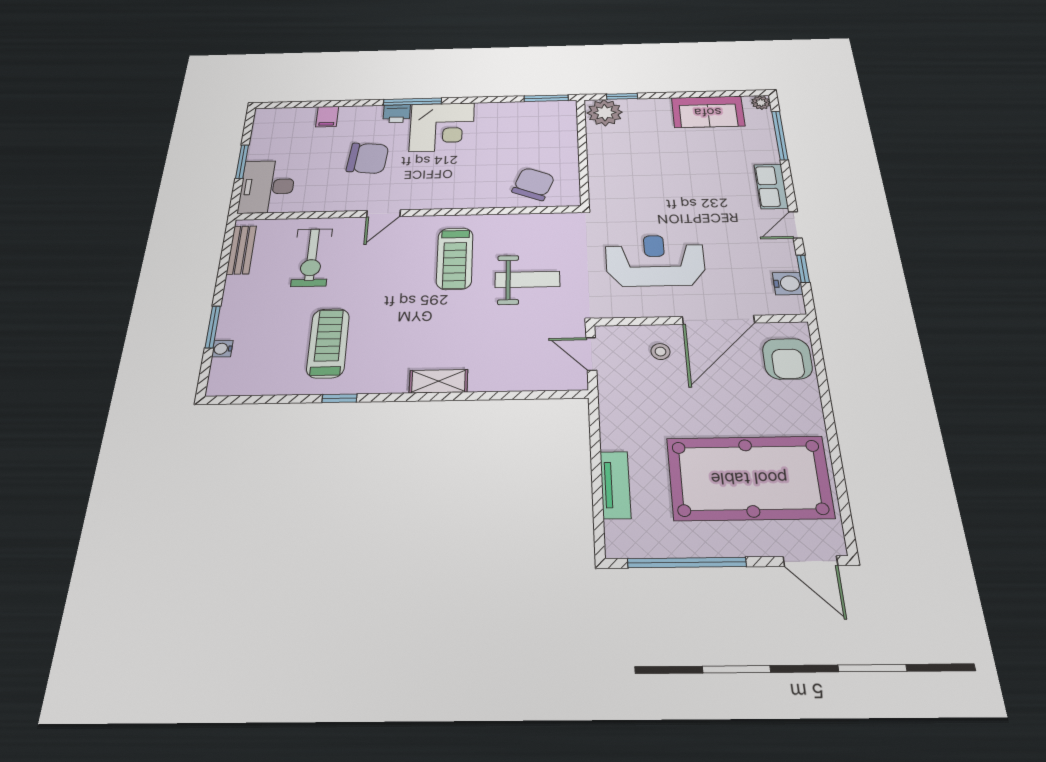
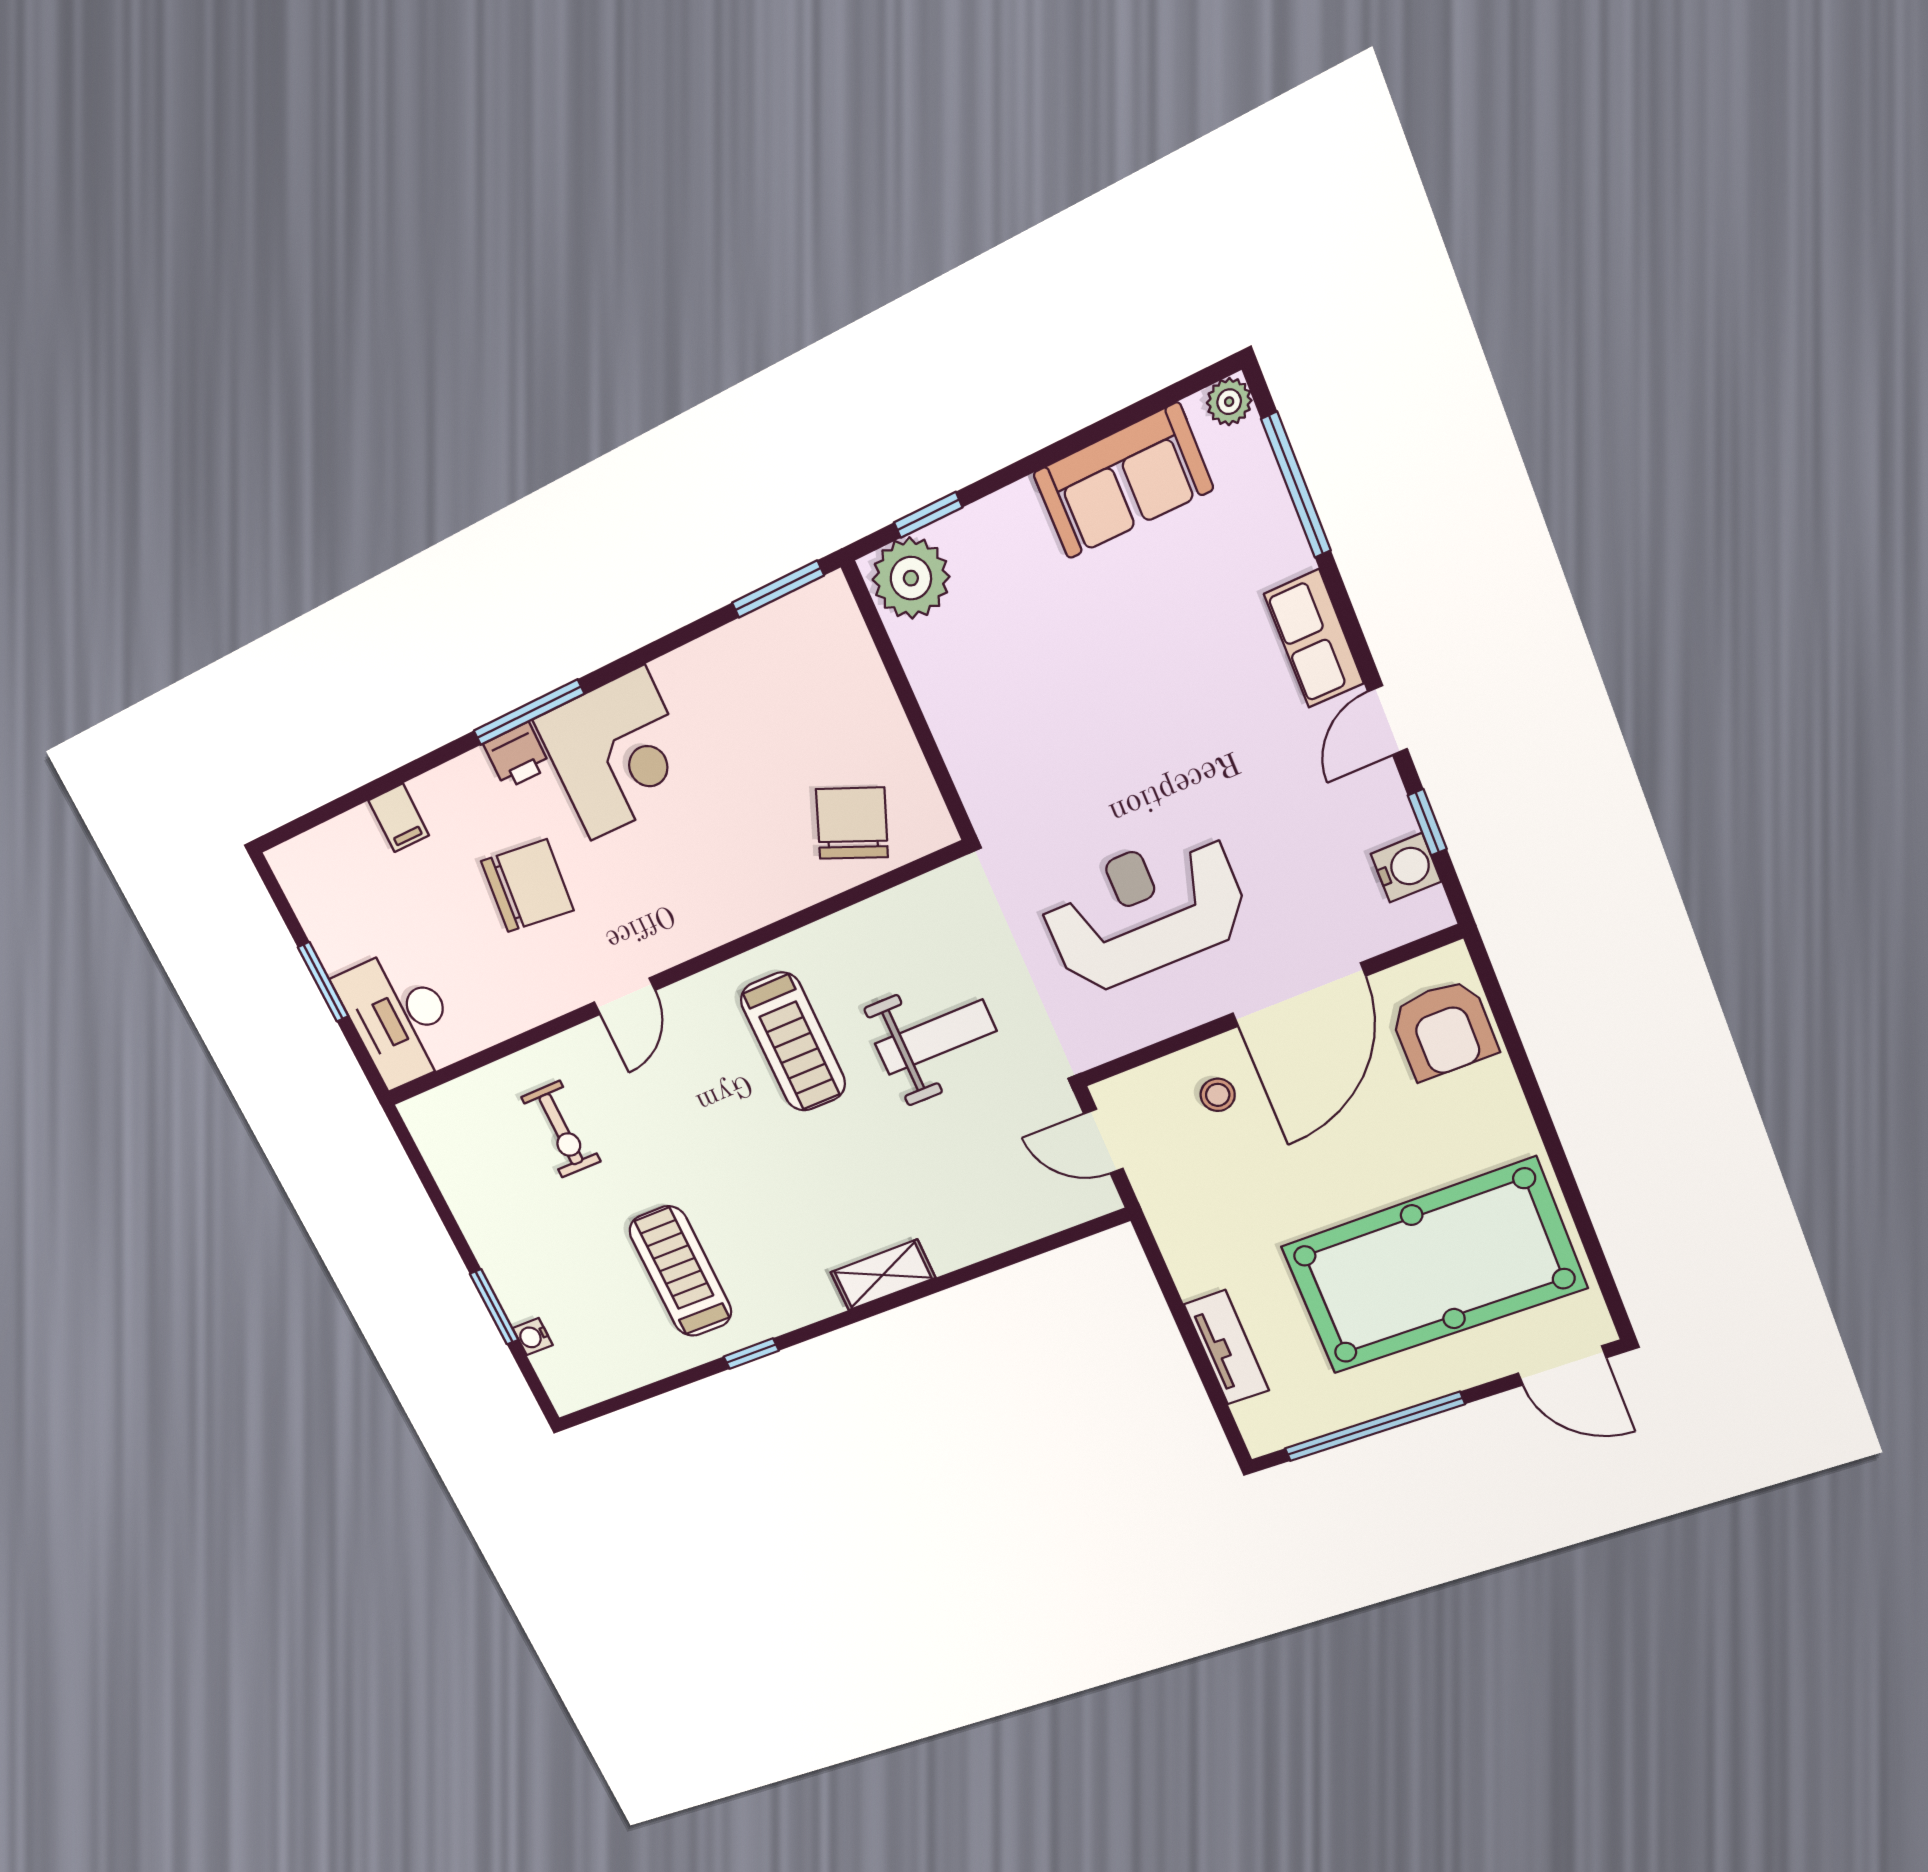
bench: (241, 250) -> (443, 1158), removed
exercise bike: (312, 257) -> (561, 1129), width x0.73, depth x0.72

